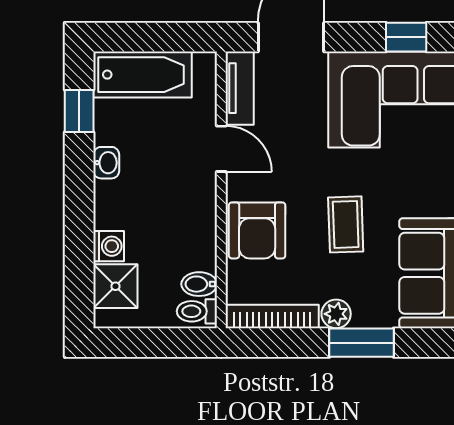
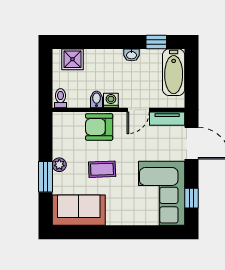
washing machine: (109, 246) -> (111, 100), moved, turned 180
bidet: (199, 284) -> (96, 99), moved
bookcase: (272, 316) -> (58, 134), removed

